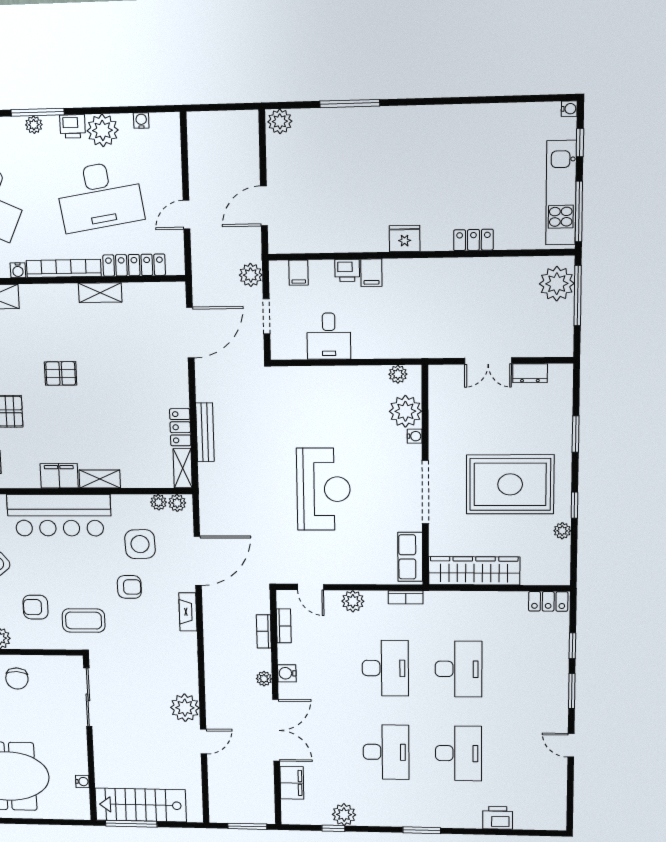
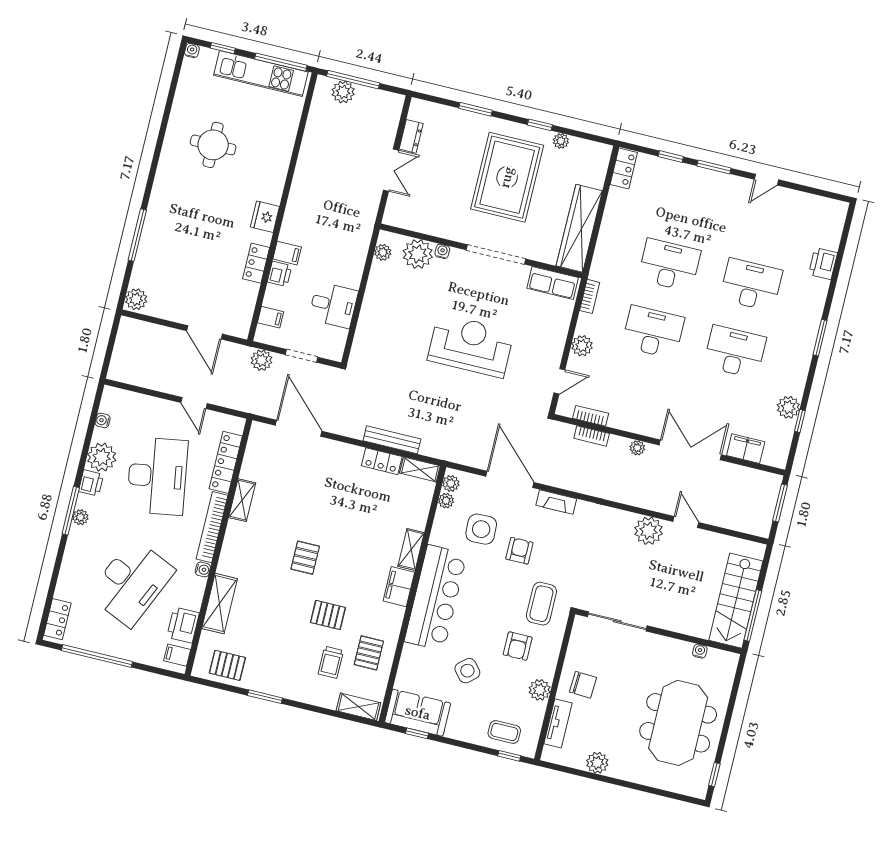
round table: (469, 161) -> (213, 145), added
locker: (473, 240) -> (256, 263), moved
plant: (557, 284) -> (343, 92), width x0.73, depth x0.73
water cooler: (287, 673) -> (637, 425), removed

